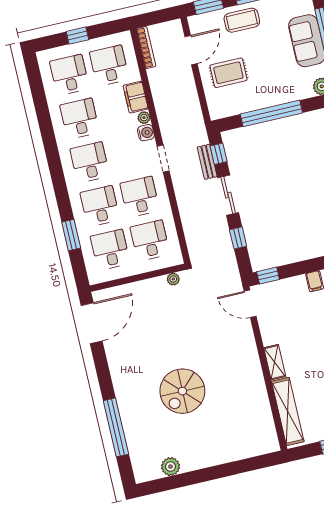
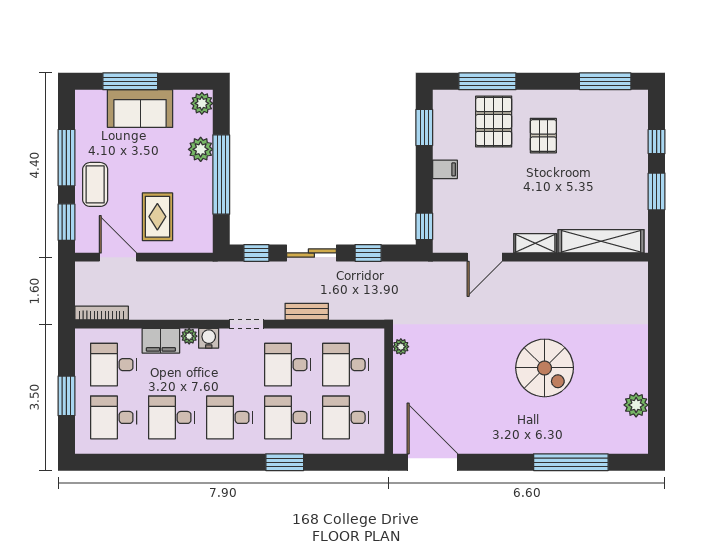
window: (77, 36) -> (66, 396), width x1.50
plant: (287, 93) -> (201, 149), added
bench: (207, 162) -> (307, 312), moved
window: (71, 235) -> (285, 462), moved
door: (250, 304) -> (485, 257), moved

